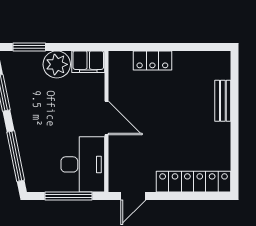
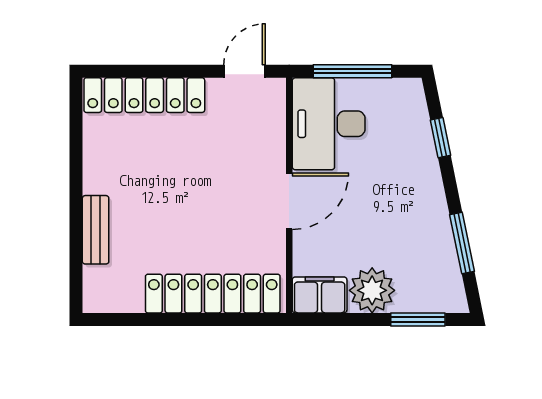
locker: (152, 60) -> (213, 294), width x2.16, depth x1.21
door: (107, 118) -> (289, 201), swing flipped
window: (16, 156) -> (440, 138), width x0.46

